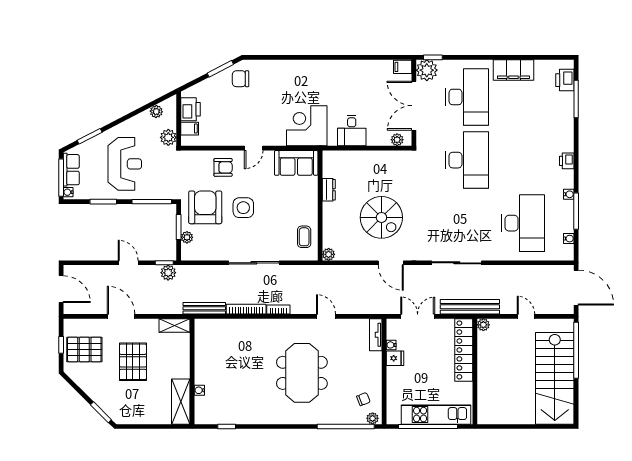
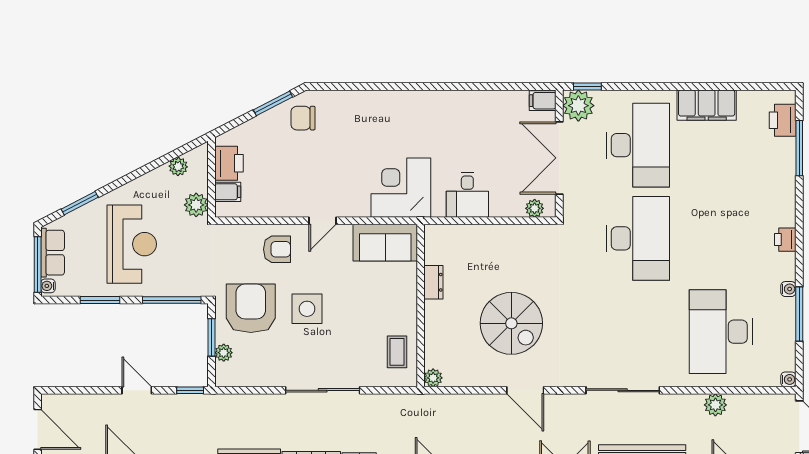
desk: (523, 223) -> (721, 332), turned 180
water cooler: (569, 239) -> (788, 379), moved
plant: (168, 273) -> (715, 405), moved

